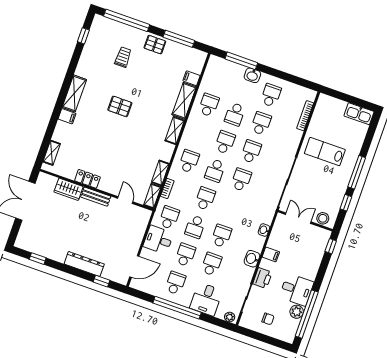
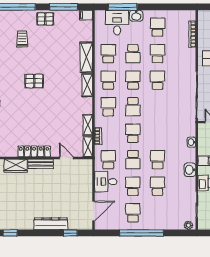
filing cabinet: (192, 78) -> (86, 15), moved
locker: (87, 179) -> (34, 151), width x1.53
school desk: (241, 180) -> (108, 80), moved
desk: (206, 299) -> (117, 23), moved, turned 180

